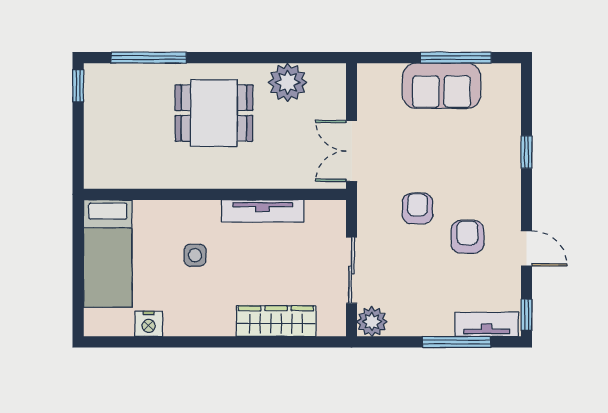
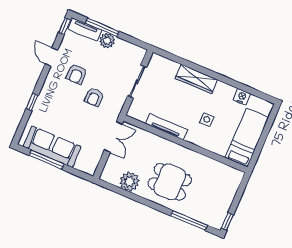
sofa: (442, 86) -> (52, 147), width x1.36
wardrobe: (276, 321) -> (196, 79), moved
plant: (372, 322) -> (107, 41), moved

